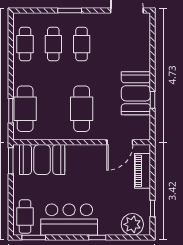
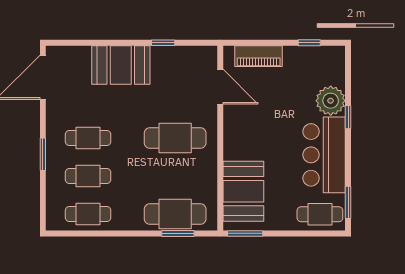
booth: (136, 93) -> (121, 65), moved
plant: (132, 224) -> (331, 101), moved

